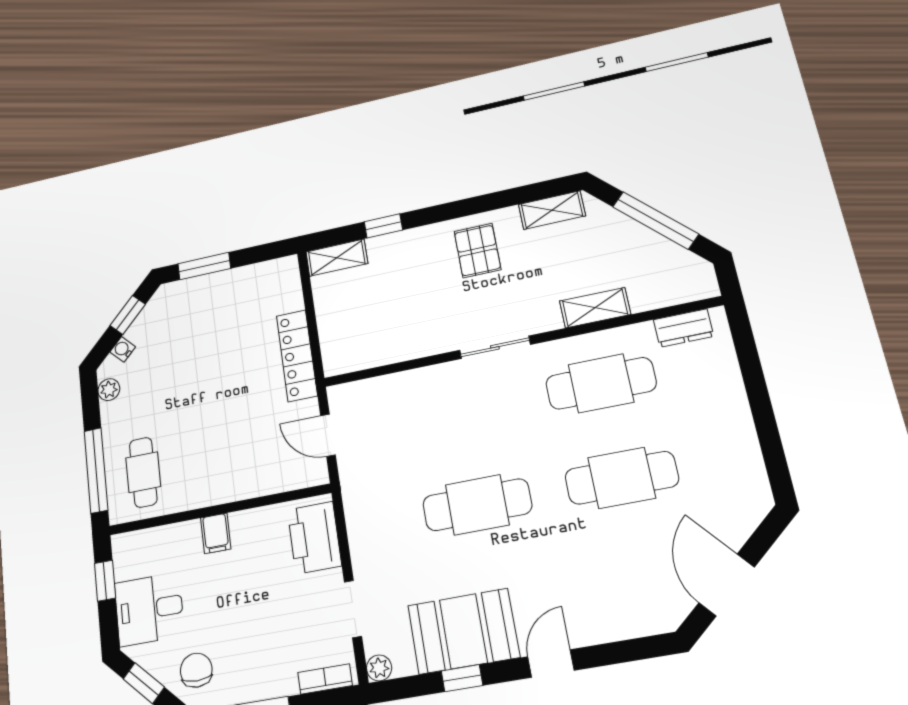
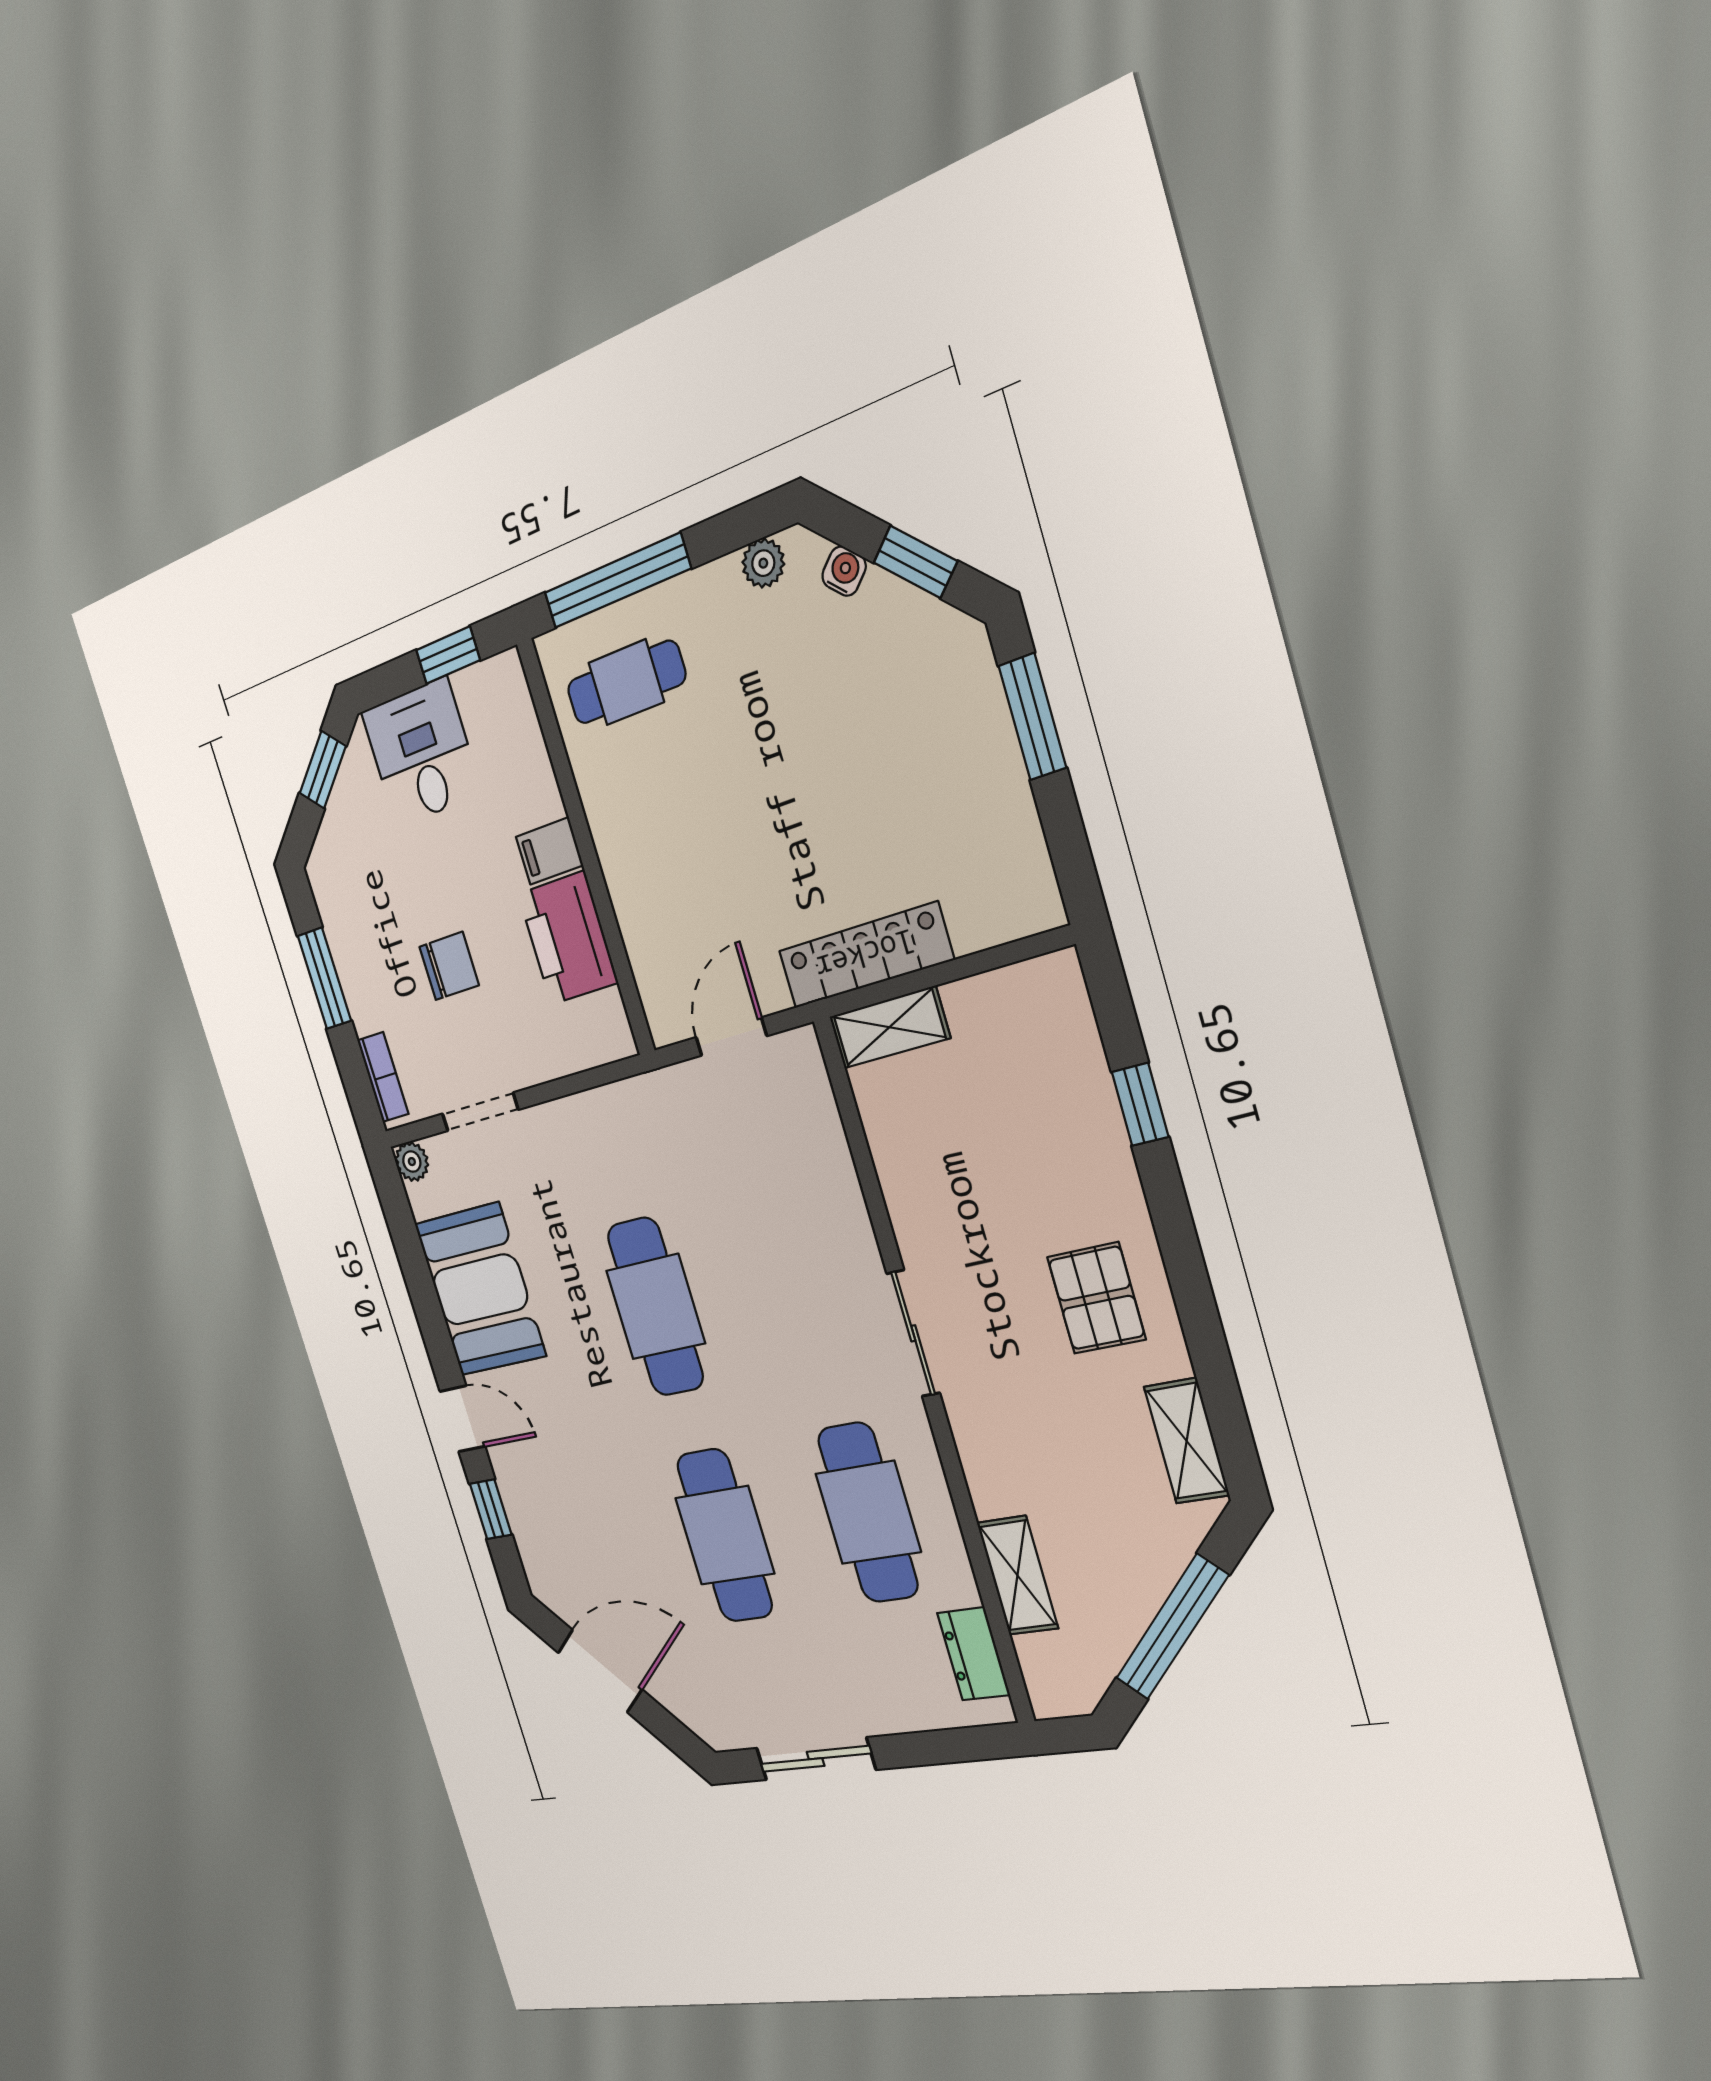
pallet: (477, 251) -> (1096, 1298), turned 90
shelving: (337, 258) -> (889, 1027), moved, turned 90
shelving: (595, 308) -> (1017, 1575), moved
sliding door: (768, 434) -> (816, 1759), added
printer: (314, 538) -> (568, 938), moved, turned -90
chair: (196, 670) -> (449, 966), moved
window: (462, 678) -> (491, 1509), moved

